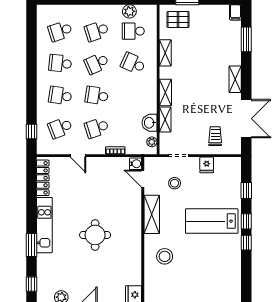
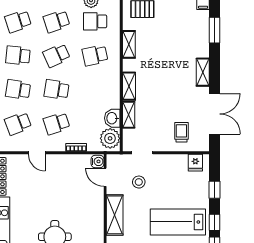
school desk: (133, 63) -> (95, 55), turned -36
plant: (152, 142) -> (110, 138), width x1.88, depth x1.88
fridge: (207, 165) -> (195, 163), moved

